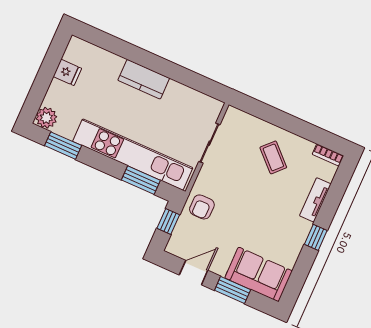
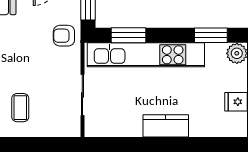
coffee table: (273, 157) -> (20, 108), turned 46
armchair: (202, 207) -> (64, 36), turned -90

